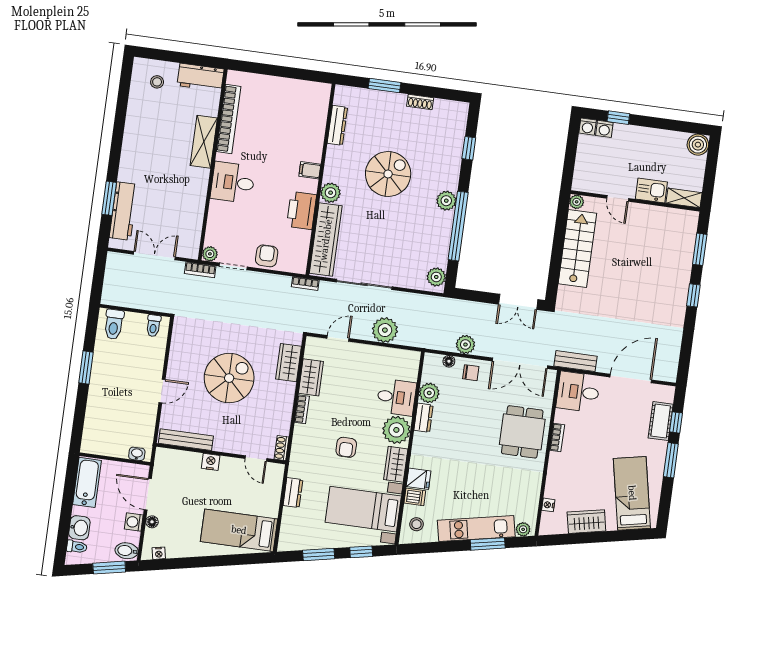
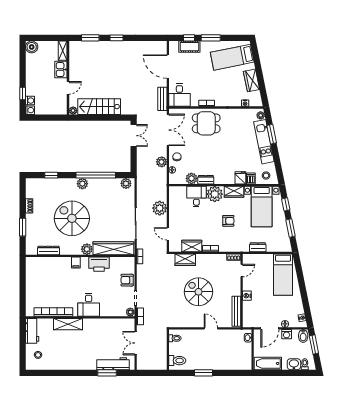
spiral stairs: (388, 174) -> (72, 218), width x1.37, depth x1.37

